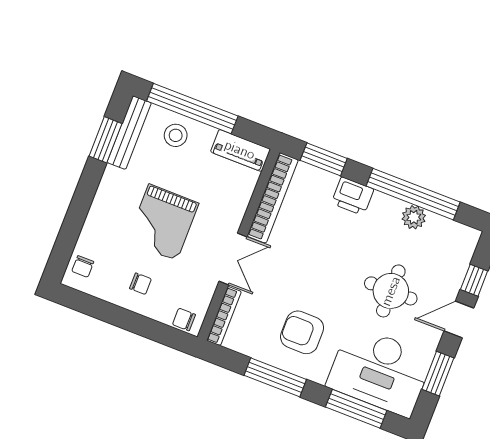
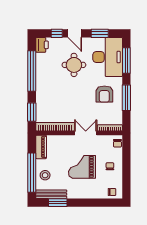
printer: (352, 196) -> (42, 45), moved
plant: (414, 217) -> (41, 67), removed
grand piano: (163, 222) -> (82, 167), turned 180

